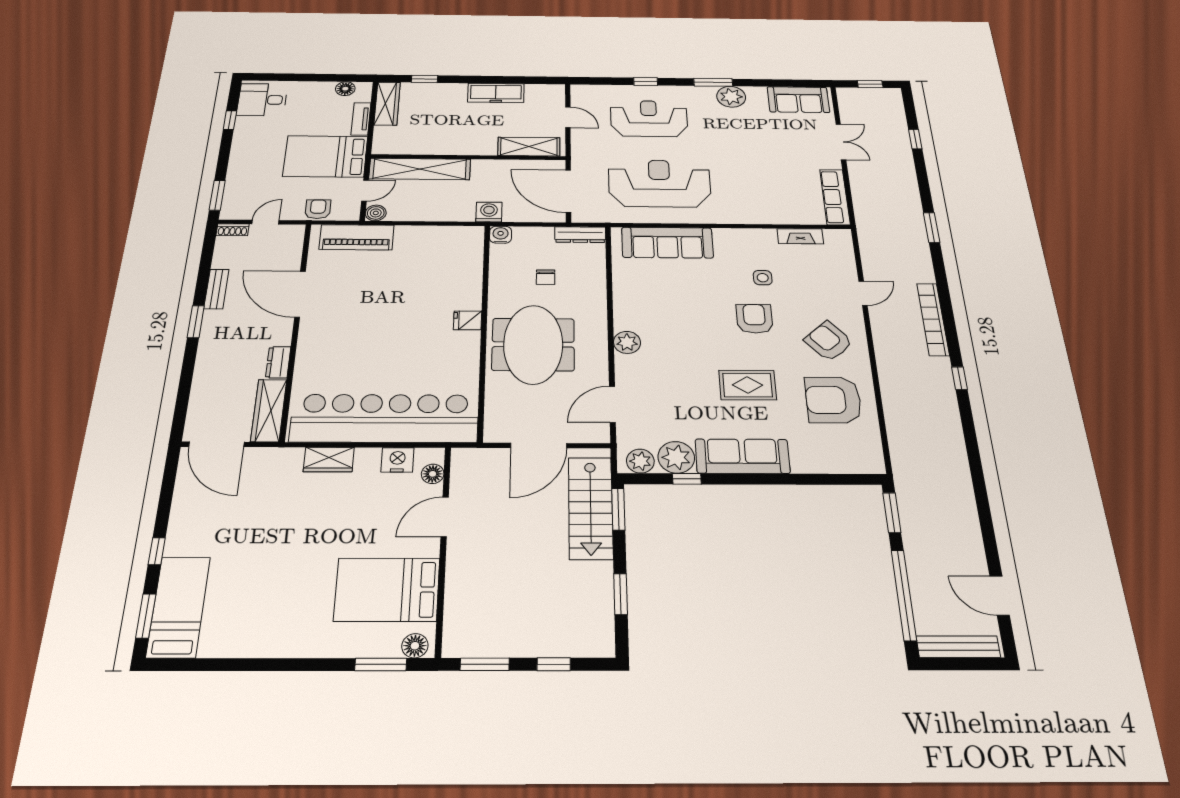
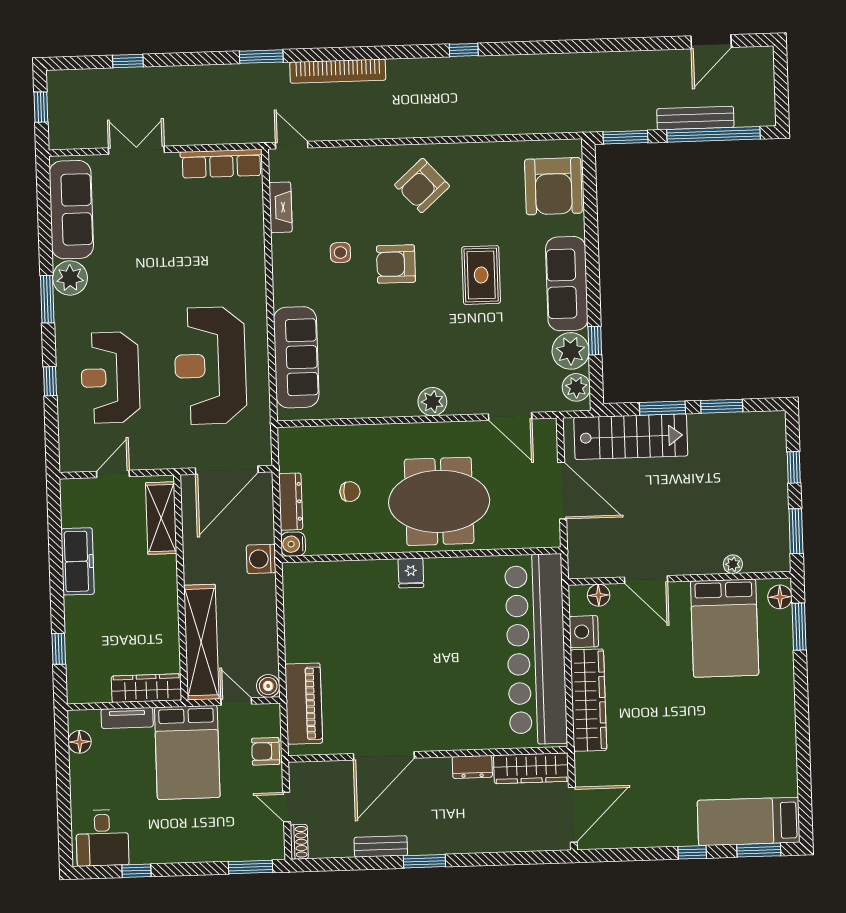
sofa: (798, 100) -> (71, 210), width x1.36
wardrobe: (387, 103) -> (146, 688), moved
dresser: (580, 235) -> (291, 502), moved
door: (863, 293) -> (292, 145), moved
bookcase: (933, 319) -> (338, 71), moved
armchair: (833, 400) -> (553, 186), moved
wardrobe: (329, 460) -> (589, 700), width x2.10, depth x1.17
window: (618, 509) -> (662, 408), moved
plant: (454, 600) -> (733, 564), added
bench: (958, 647) -> (695, 118), moved, turned 90

